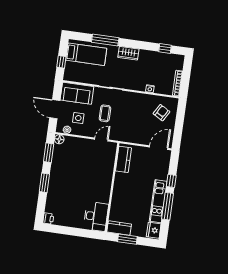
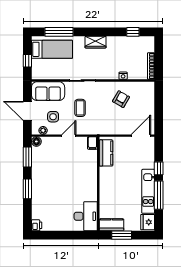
window: (105, 40) -> (59, 32), moved
armchair: (162, 113) -> (121, 99), moved
door: (101, 140) -> (69, 136), moved
filing cabinet: (112, 148) -> (92, 143), added

